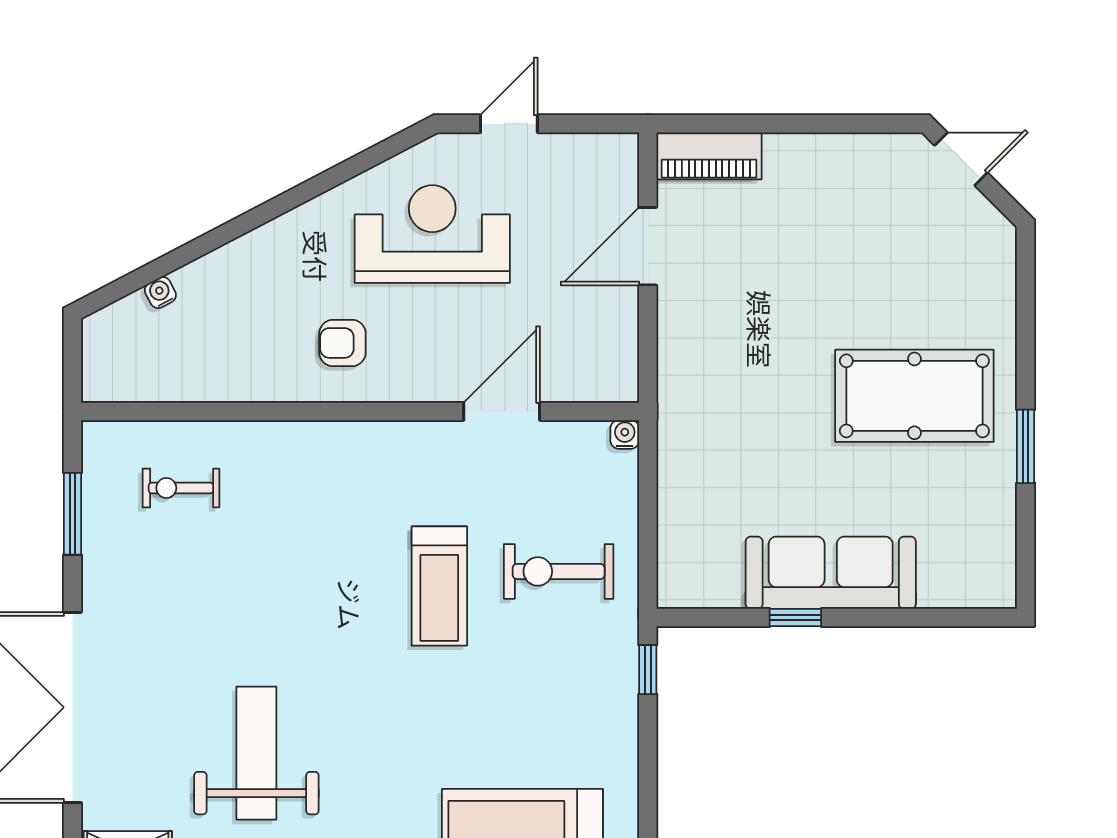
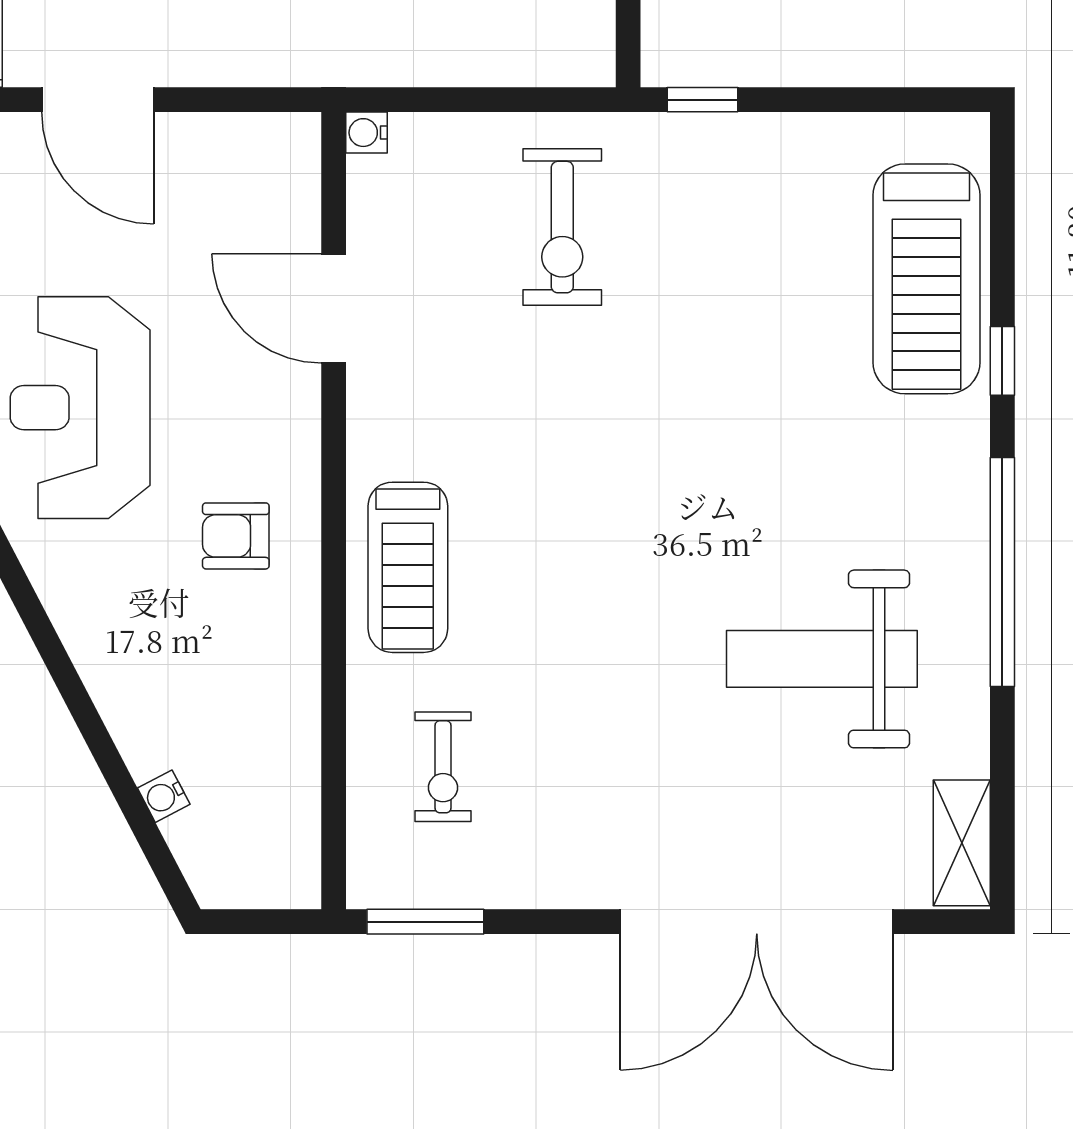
armchair: (342, 343) -> (236, 536), turned 90
window: (73, 514) -> (425, 922), moved
treadmill: (439, 586) -> (408, 567), moved, turned 90

